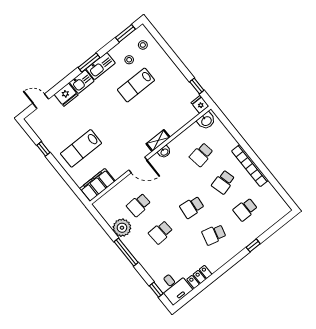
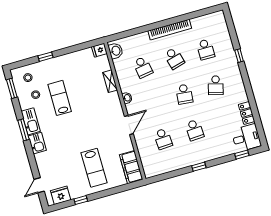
lab bench: (136, 85) -> (60, 98), turned 180
window: (197, 86) -> (46, 57), moved
fridge: (66, 95) -> (61, 195), moved, turned -90
shelving: (158, 141) -> (110, 81), moved
plant: (122, 228) -> (177, 161), removed
window: (126, 252) -> (199, 167), width x0.46

